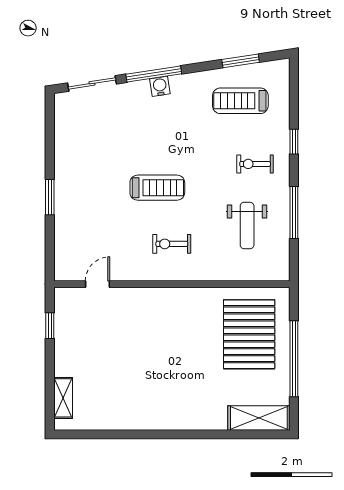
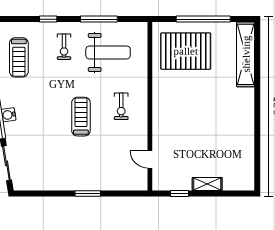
weight bench: (247, 226) -> (108, 52), width x1.36, depth x1.33
shelving: (63, 398) -> (207, 184), moved
shelving: (259, 418) -> (246, 54), width x1.47

